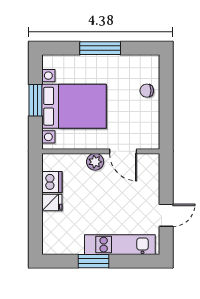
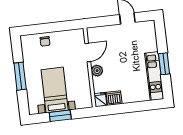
bed with nightstands: (74, 106) -> (55, 90), width x0.73
fridge: (52, 202) -> (100, 100), moved
kitchen unit: (120, 245) -> (154, 76), moved

